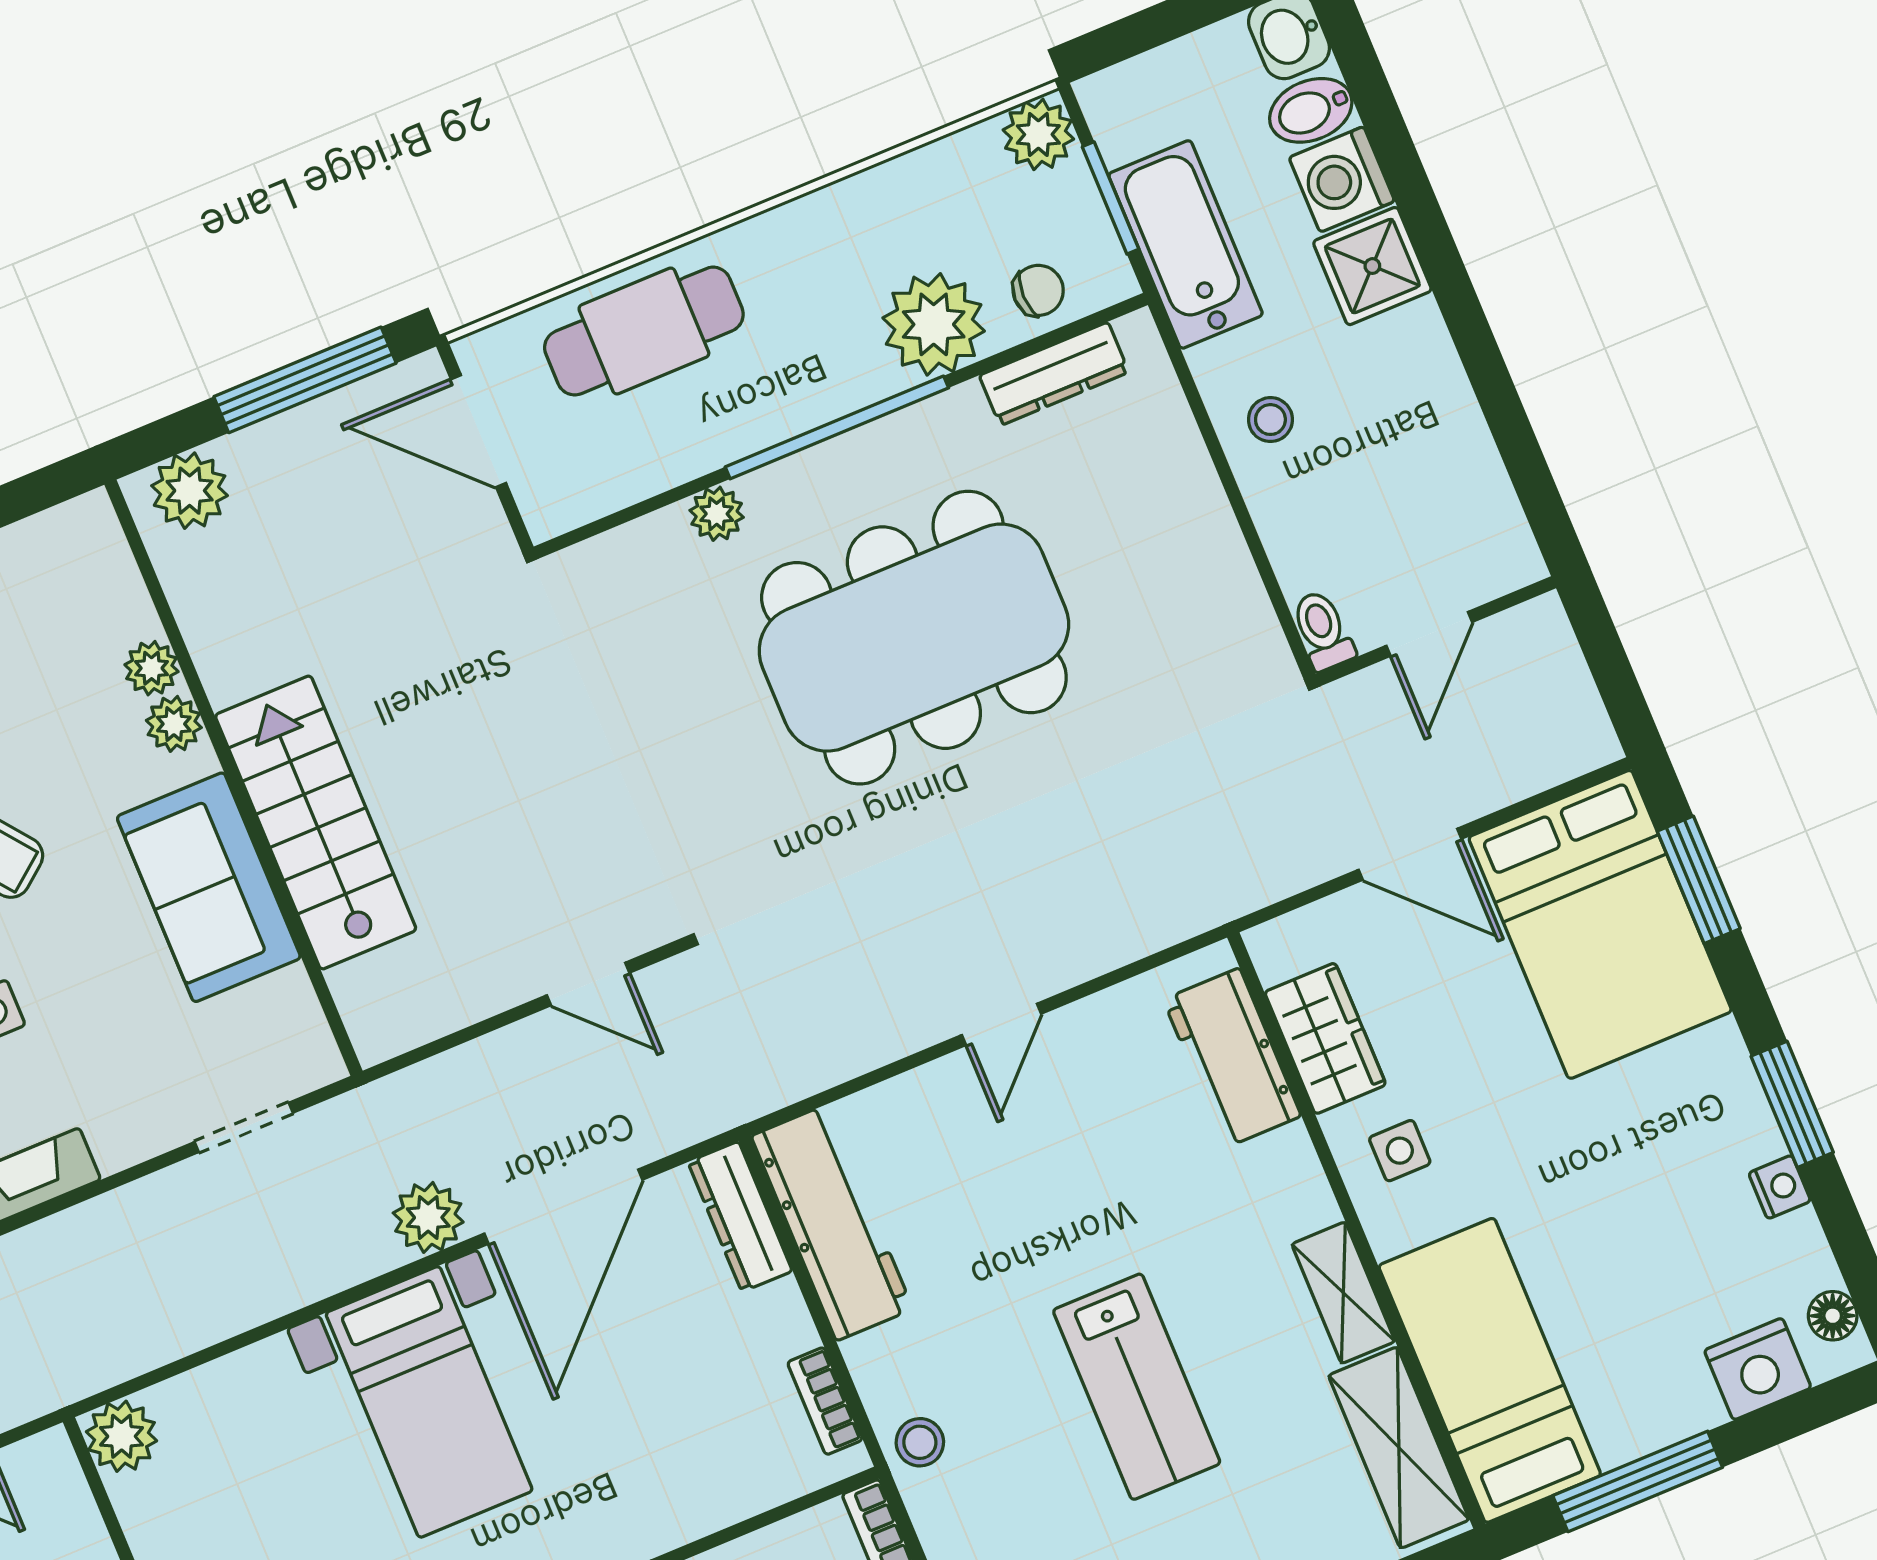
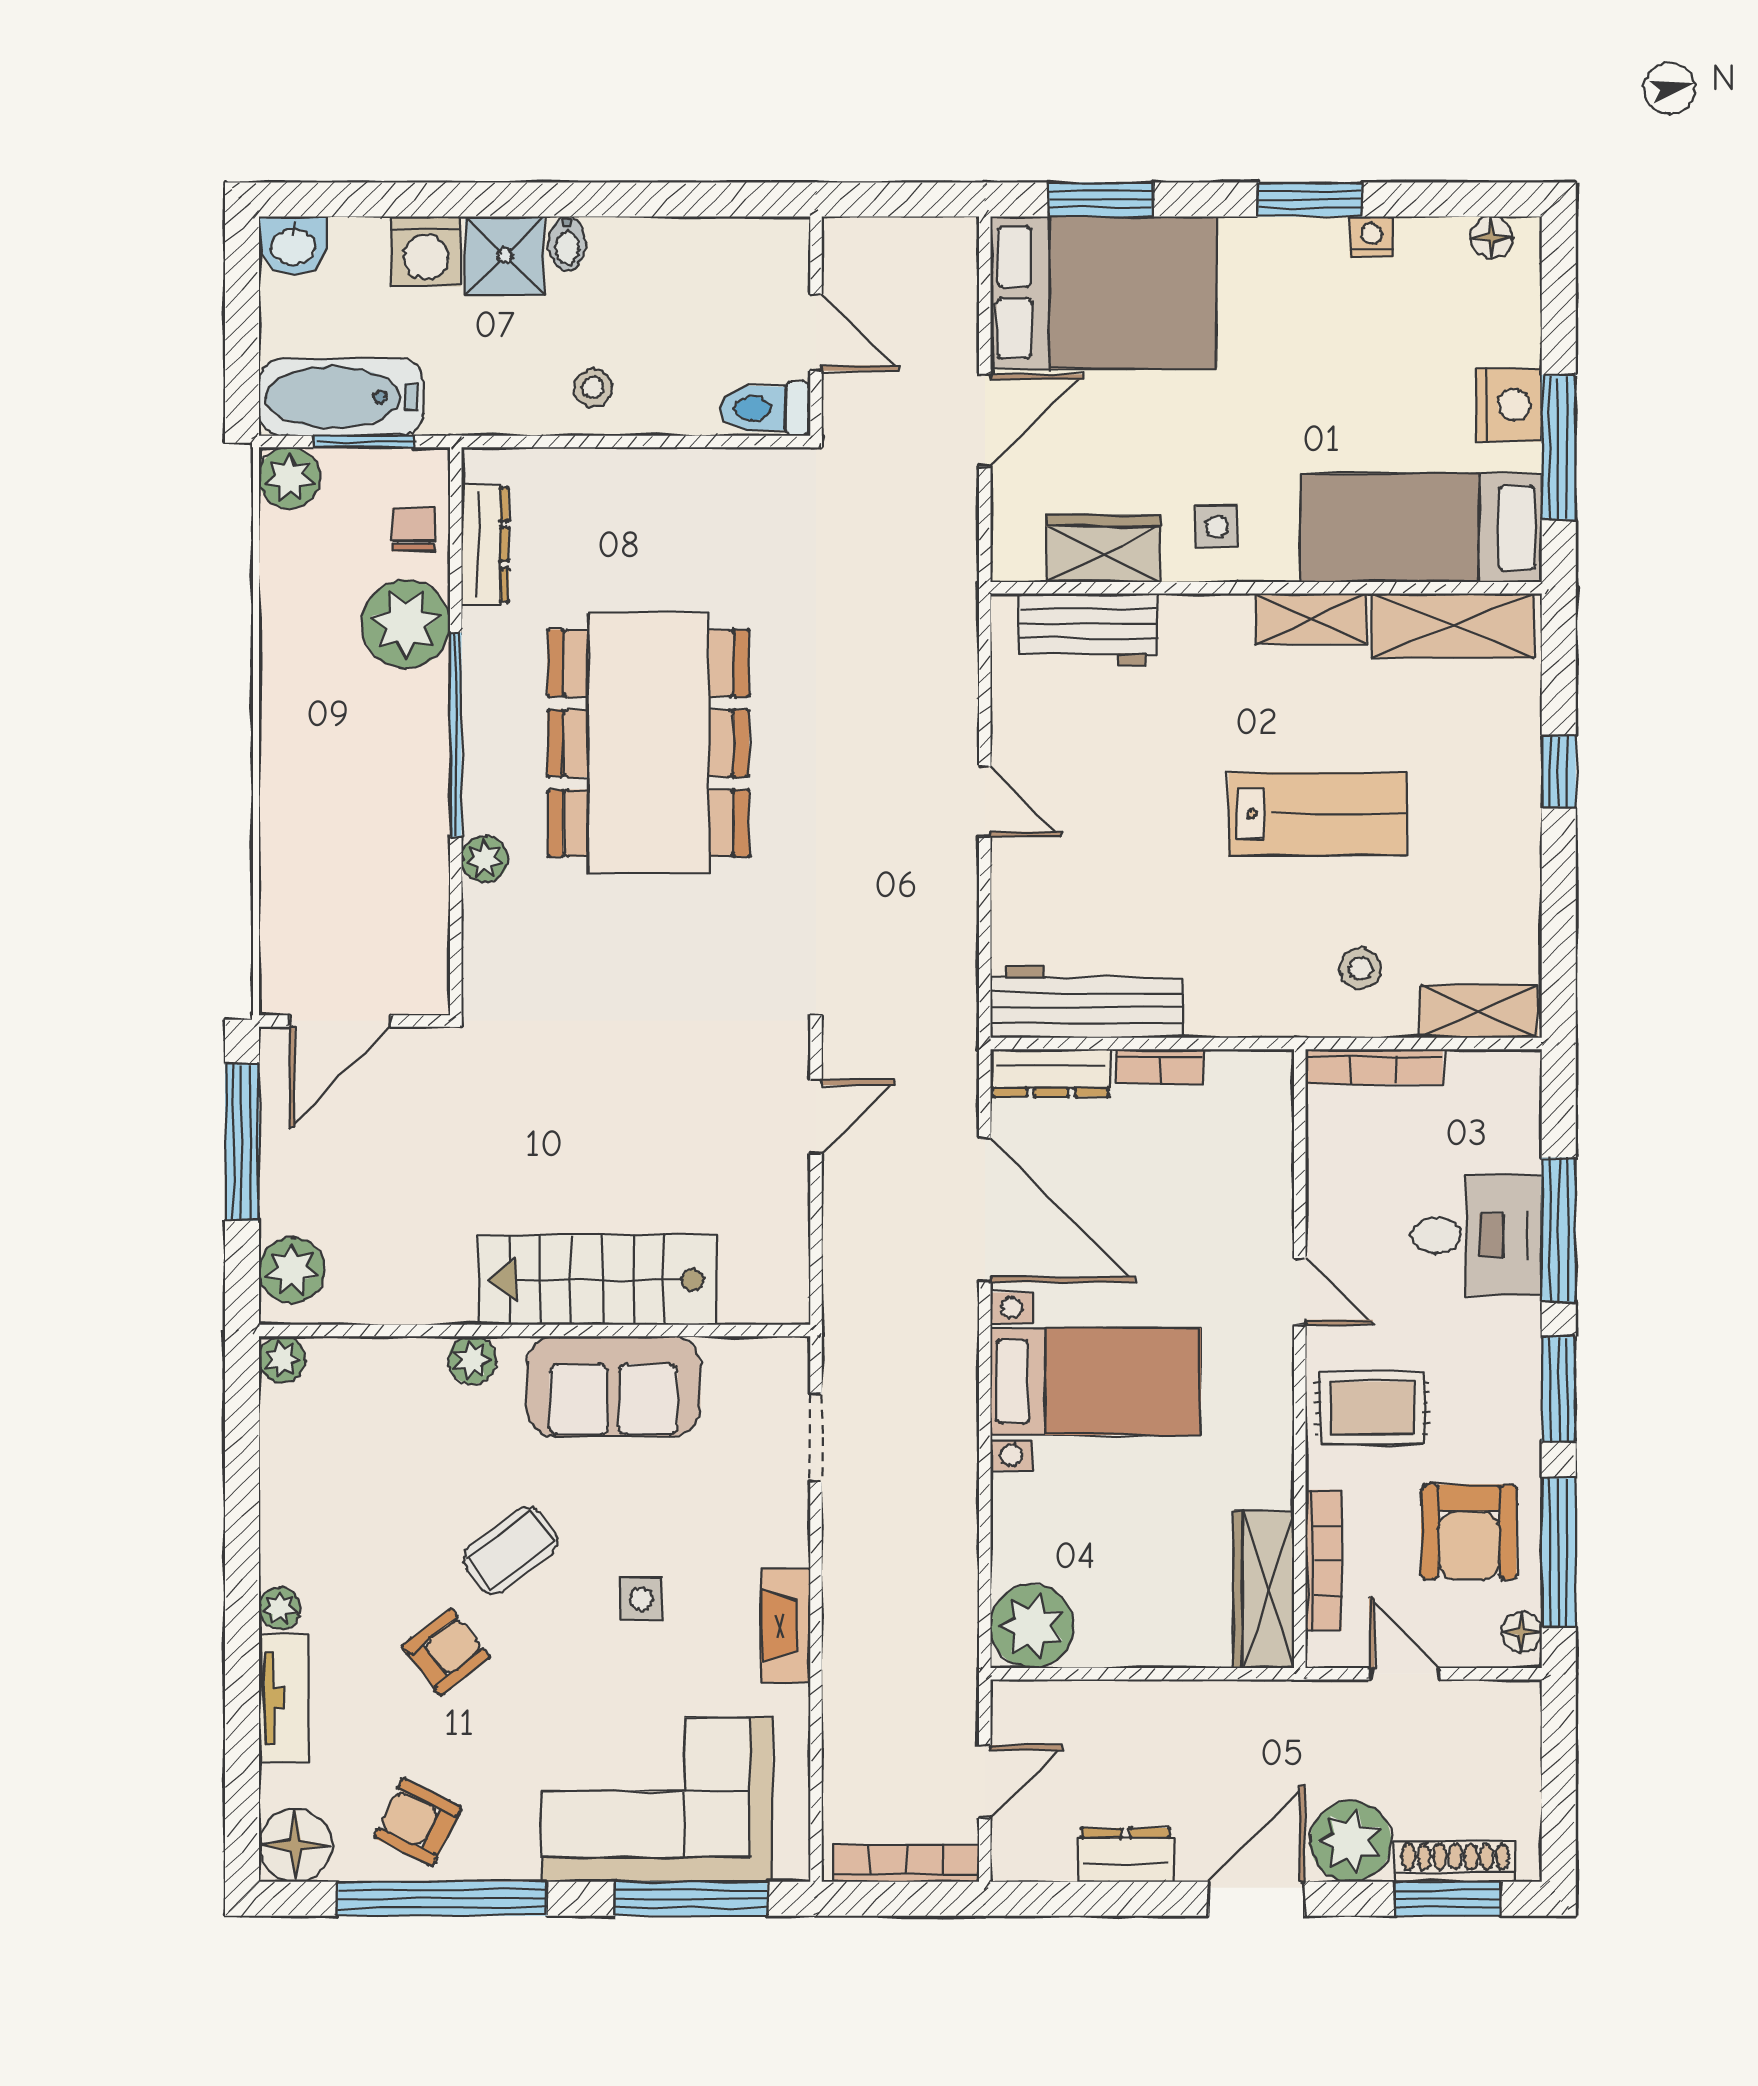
bidet: (1311, 110) -> (567, 243), moved, width x0.72, depth x0.74
bathtub: (1186, 244) -> (341, 397), moved
cafe table: (644, 331) -> (315, 856), removed
toilet: (1323, 630) -> (765, 409), width x1.37, depth x1.39
plant: (152, 668) -> (282, 1359), moved
plant: (428, 1217) -> (949, 1321), removed
nightstand: (1758, 1369) -> (1509, 405), moved
bookcase: (825, 1401) -> (1160, 1067), moved
plant: (121, 1436) -> (1032, 1626), width x1.36, depth x1.36
stool: (920, 1442) -> (1360, 968), moved

